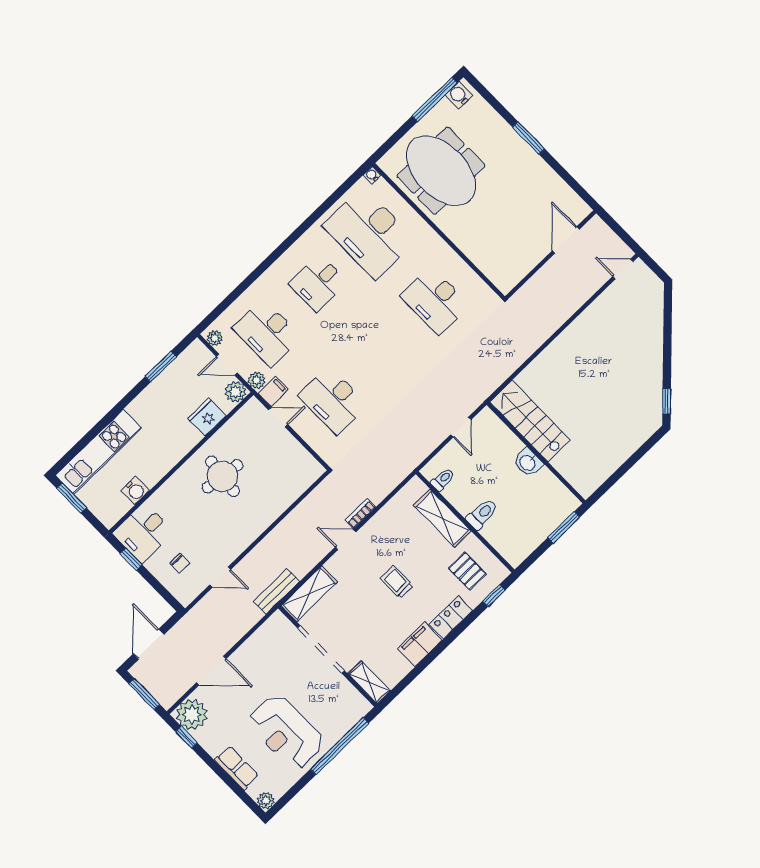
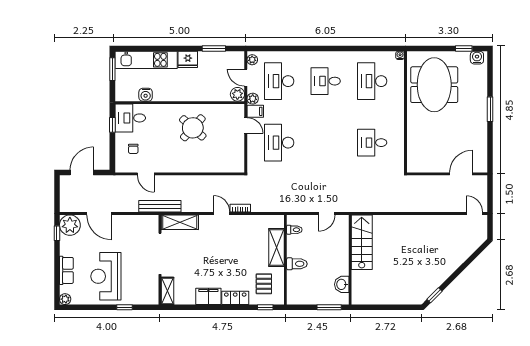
window: (435, 99) -> (464, 48), width x0.46
desk: (369, 233) -> (372, 81), width x0.73, depth x0.77
desk: (435, 301) -> (372, 143), width x0.73
fridge: (207, 417) -> (188, 59), moved, turned 180
washbasin: (528, 463) -> (342, 284), moved
round table: (222, 476) -> (193, 128), turned 35
trolley: (397, 582) -> (226, 257), removed
bench: (276, 592) -> (160, 206), width x1.36
window: (144, 694) -> (57, 194), removed
window: (340, 746) -> (124, 307), width x0.32

